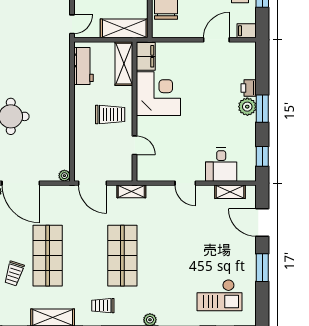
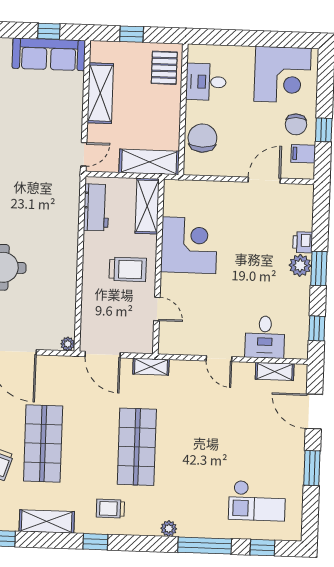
filing cabinet: (247, 31) -> (303, 154), moved
filing cabinet: (146, 56) -> (175, 198), removed

